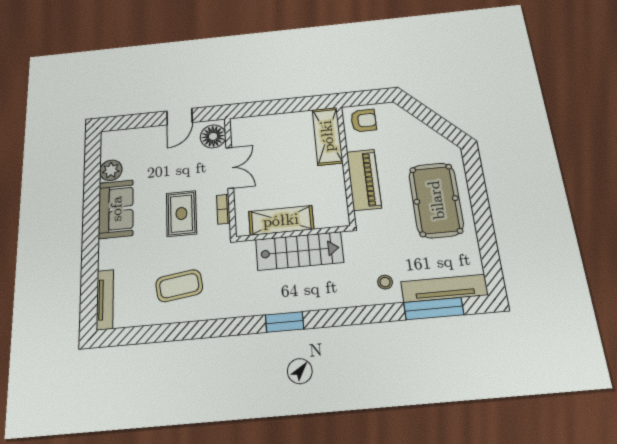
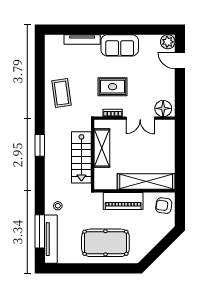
door: (179, 117) -> (180, 60), moved
armchair: (364, 121) -> (164, 206), turned 98
shelving: (327, 136) -> (146, 182), width x1.47
plant: (111, 170) -> (168, 42), moved
coffee table: (179, 286) -> (61, 93), moved
tv unit: (105, 300) -> (82, 39), moved

